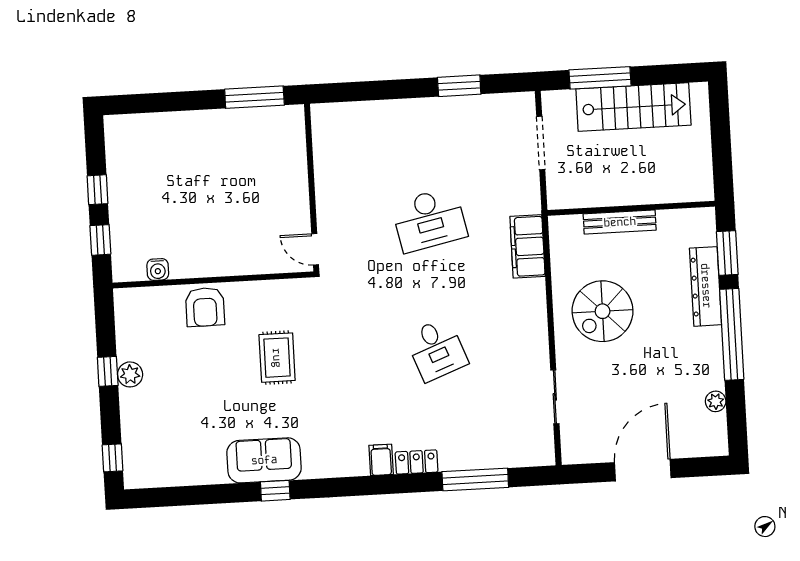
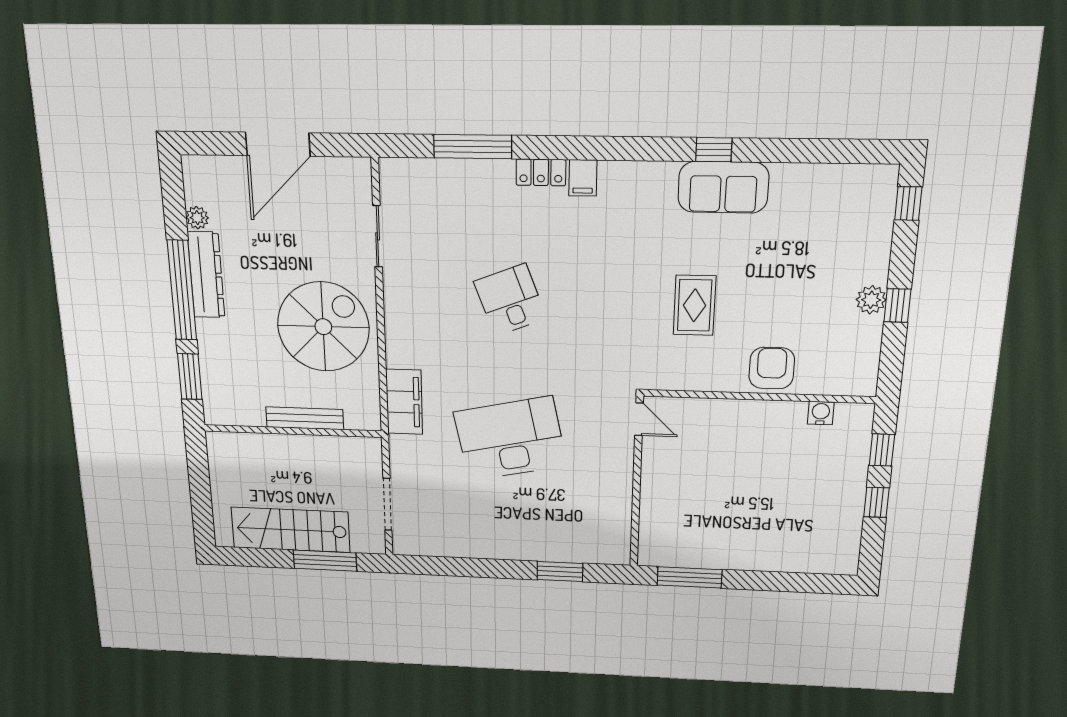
window: (459, 86) -> (560, 571), moved
desk: (429, 220) -> (510, 439), width x1.36, depth x1.30
dresser: (706, 286) -> (206, 275), moved
spiral stairs: (603, 311) -> (323, 327), width x1.37, depth x1.37

